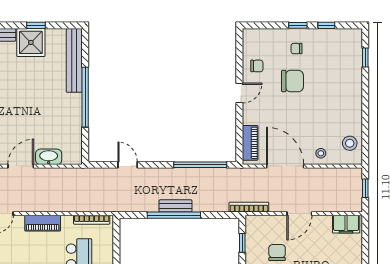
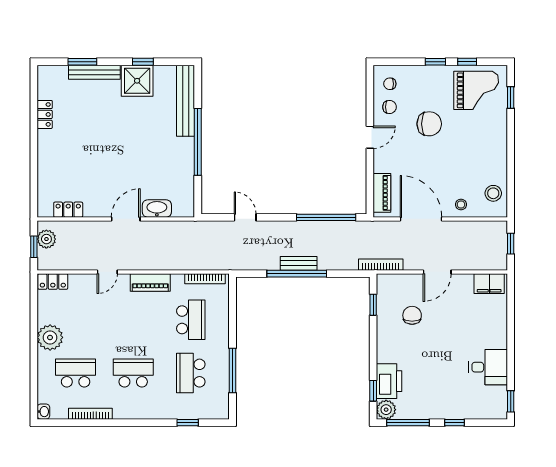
chair: (296, 49) -> (390, 84), moved
grand piano: (334, 51) -> (476, 90), added

